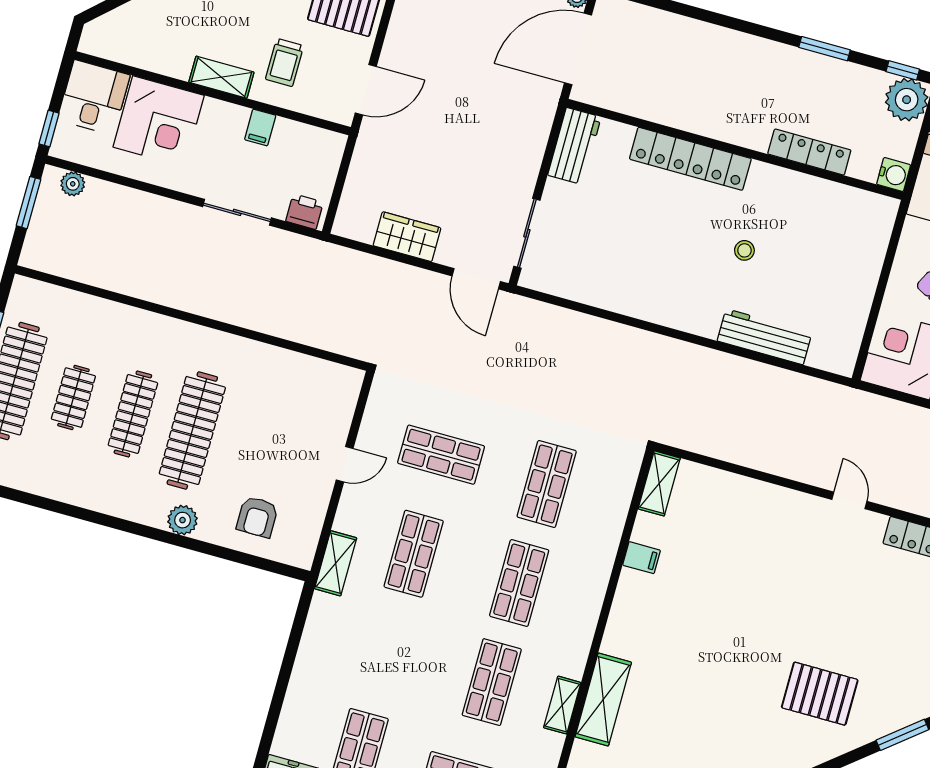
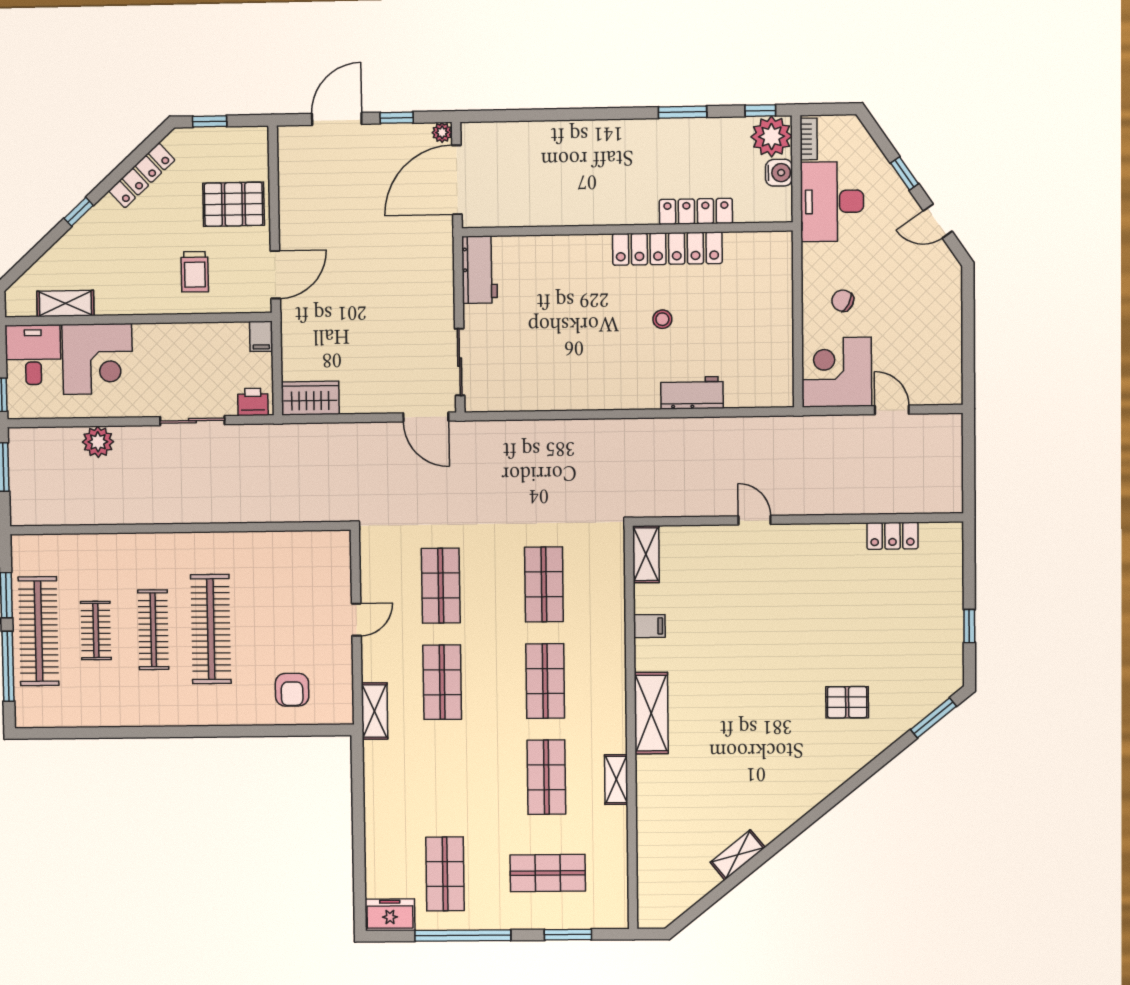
shelving: (221, 77) -> (65, 303), moved
filing cabinet: (260, 128) -> (261, 336), moved
locker: (690, 159) -> (667, 249), moved
water cooler: (894, 174) -> (779, 173), moved
plant: (73, 184) -> (98, 442), moved, width x1.38, depth x1.38
wardrobe: (407, 237) -> (310, 398), moved
workbench: (765, 337) -> (692, 393), width x0.73
shop shelf: (441, 455) -> (441, 586), turned 90
door: (849, 500) -> (755, 520), moved
plant: (183, 520) -> (226, 712), removed
pallet: (820, 694) -> (847, 702), width x0.67, depth x0.71
shelving: (603, 700) -> (651, 713), moved

